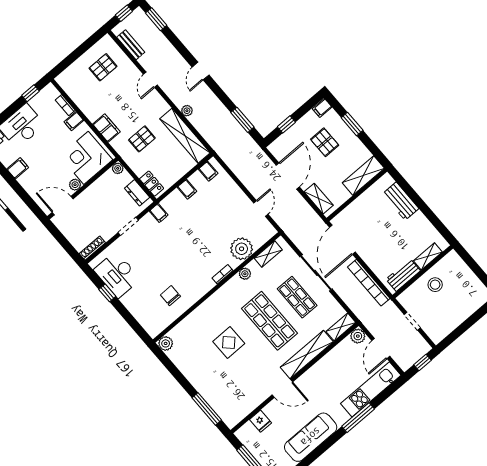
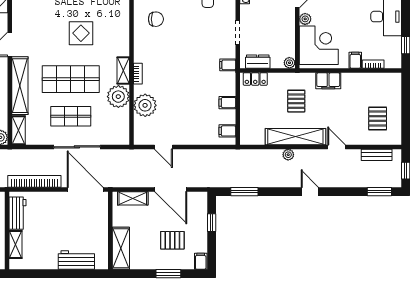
shelving: (185, 136) -> (295, 137), moved
shelving: (268, 254) -> (123, 71), moved
plant: (245, 274) -> (118, 97), width x1.88, depth x1.88

